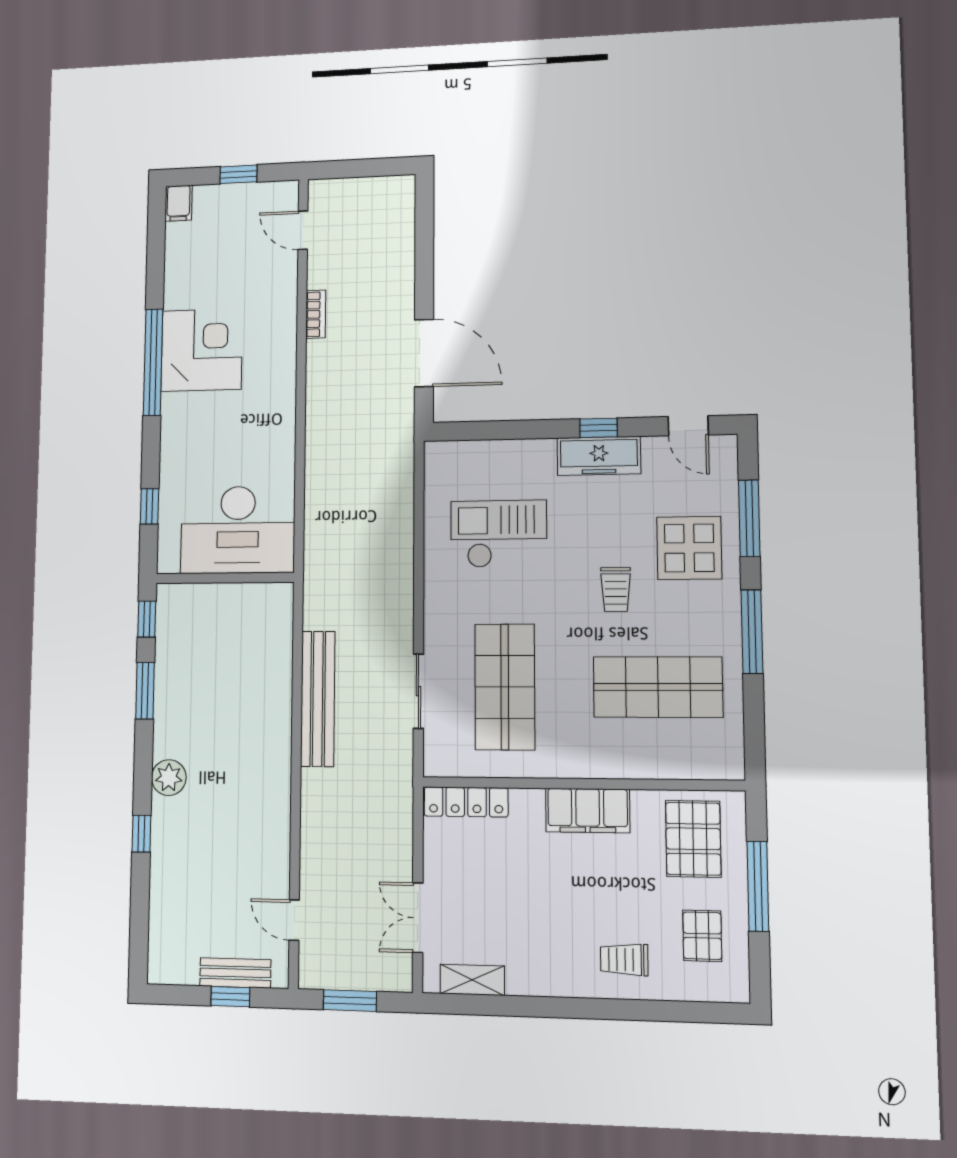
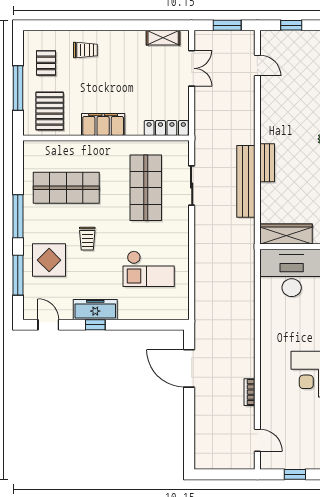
trolley: (616, 589) -> (87, 239), turned 180
wardrobe: (247, 601) -> (286, 234), added
bench: (235, 973) -> (267, 163), moved, turned 90

